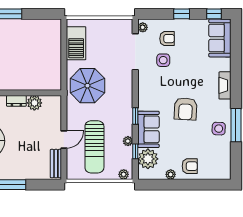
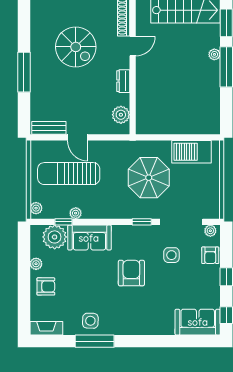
armchair: (167, 39) -> (210, 255), moved
fireplace: (225, 85) -> (46, 328), moved
parasol: (87, 86) -> (149, 178), moved
plant: (34, 103) -> (121, 115), moved
armchair: (186, 109) -> (131, 273), moved, turned 87
window: (135, 116) -> (142, 222), moved
armchair: (190, 166) -> (46, 286), turned -90

